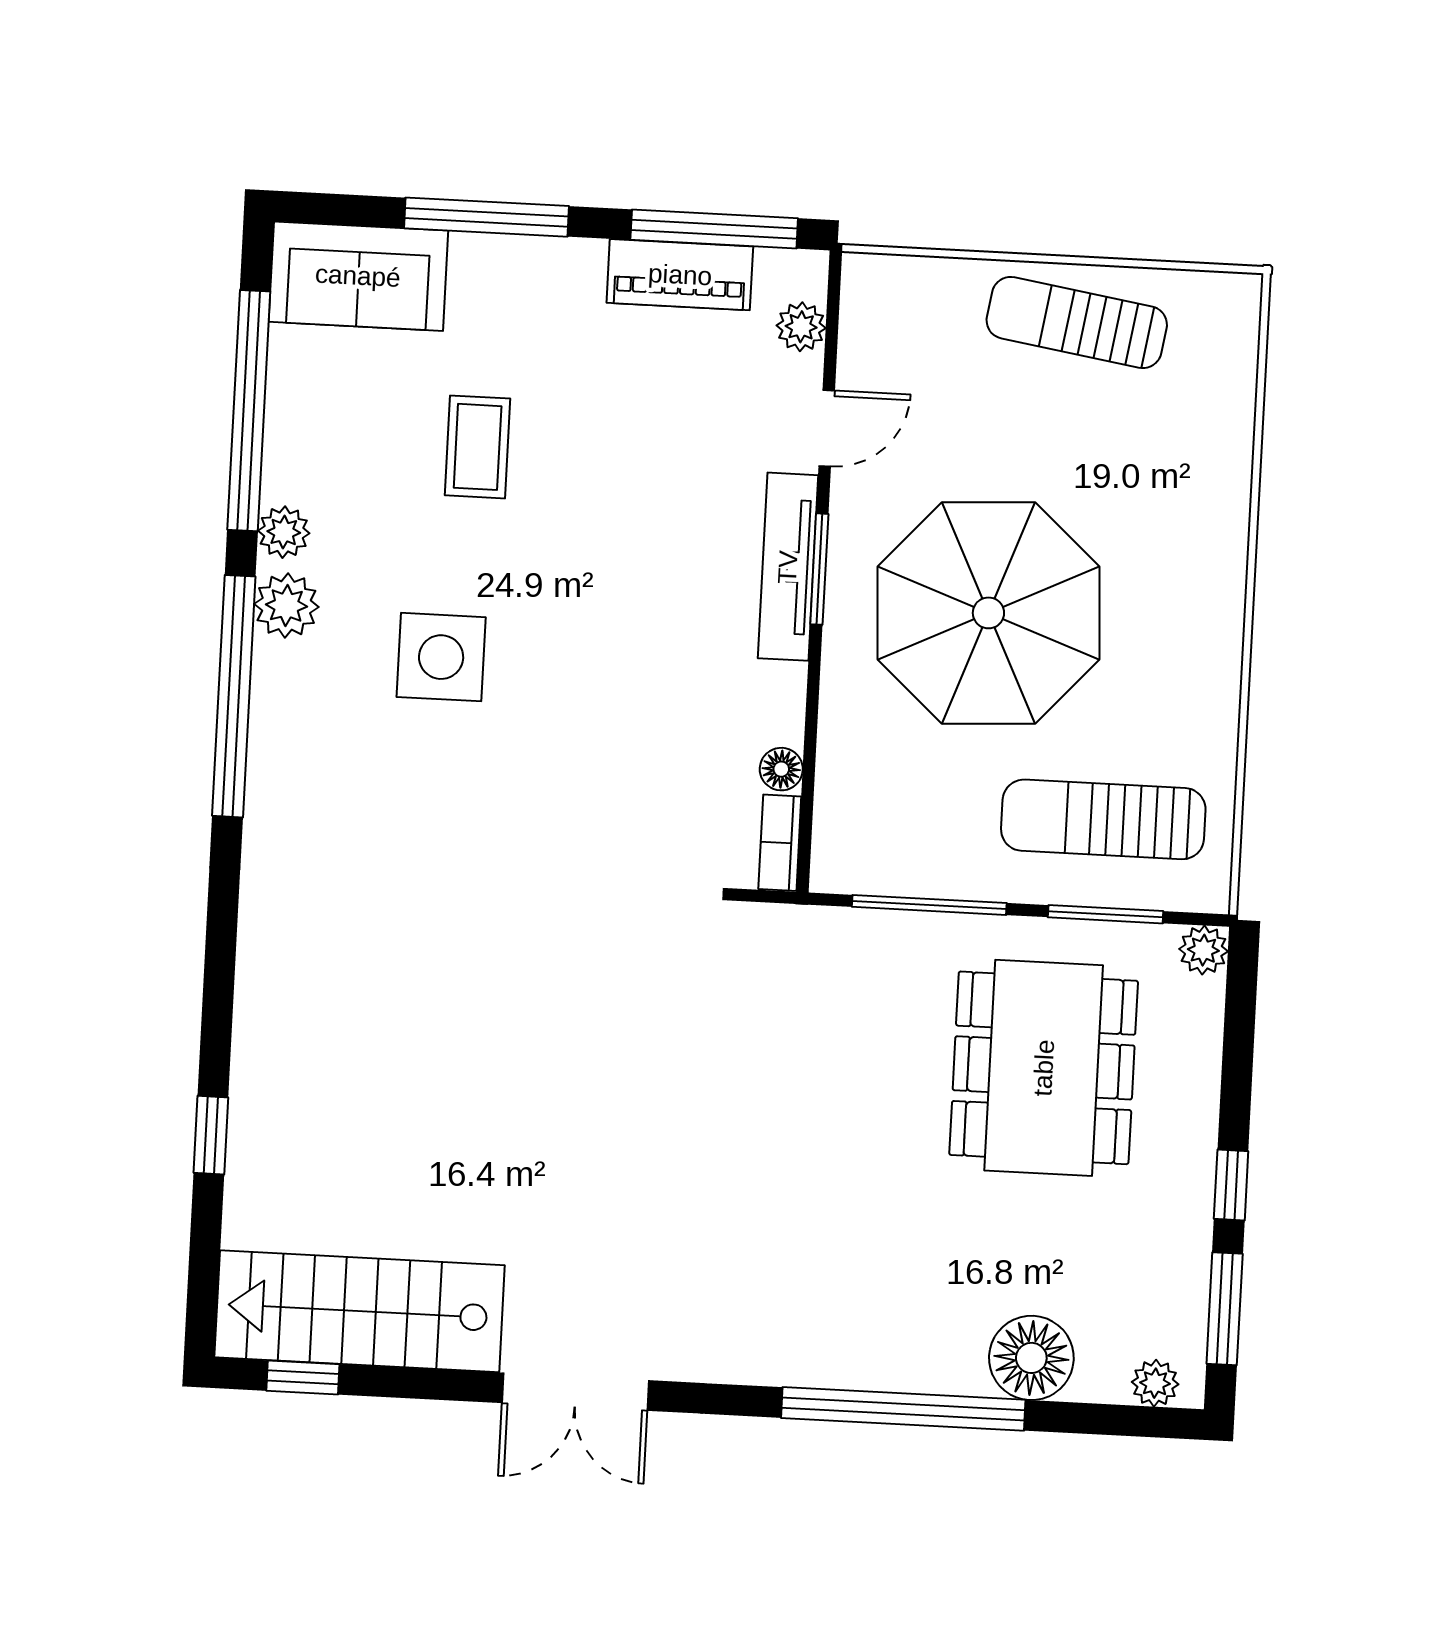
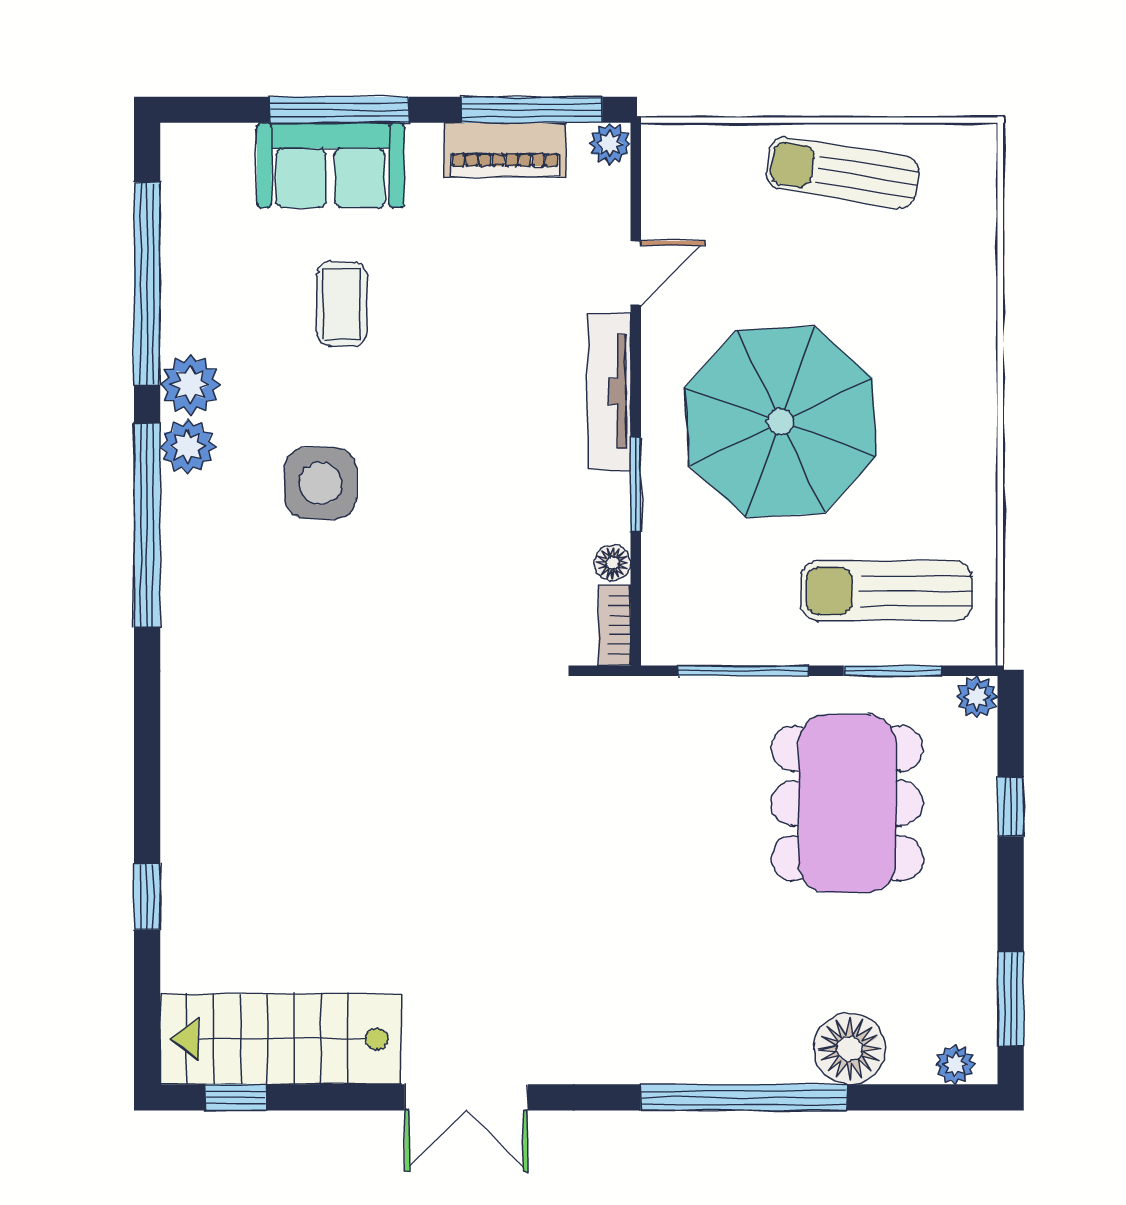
sofa: (358, 276) -> (331, 165), moved
plant: (801, 327) -> (610, 144), moved
plant: (284, 532) -> (190, 385), width x1.38, depth x1.38
window: (819, 569) -> (636, 484), moved
window: (1231, 1185) -> (1011, 807), moved

